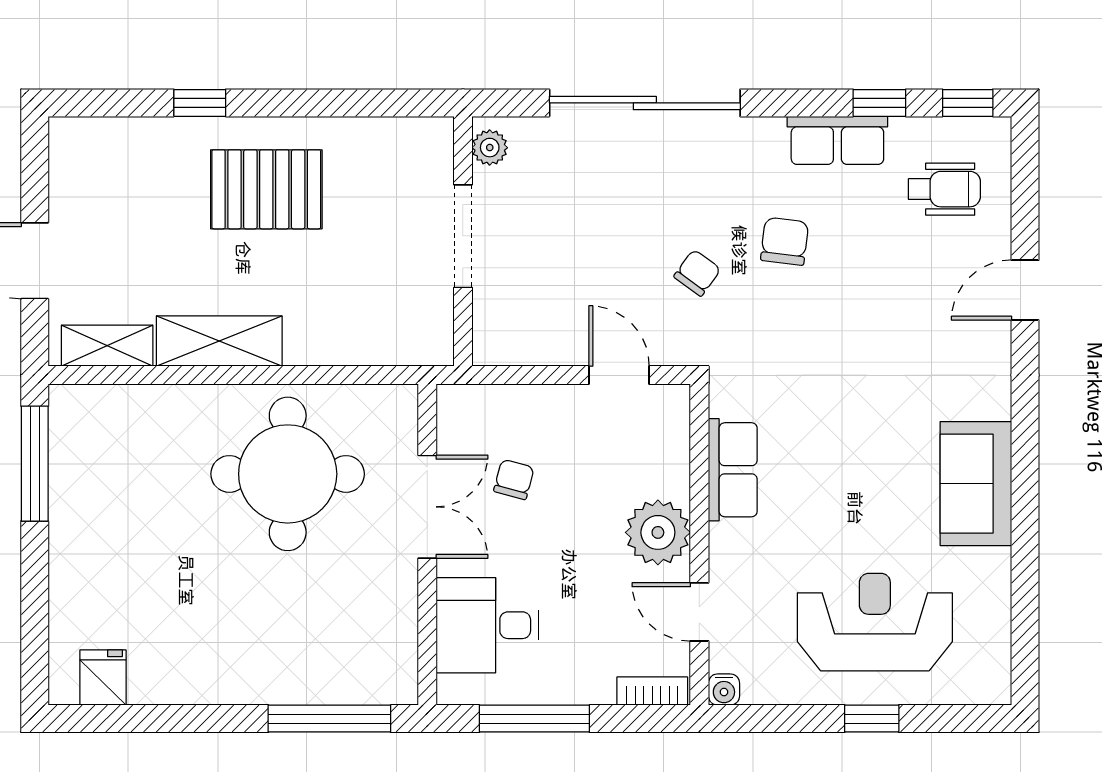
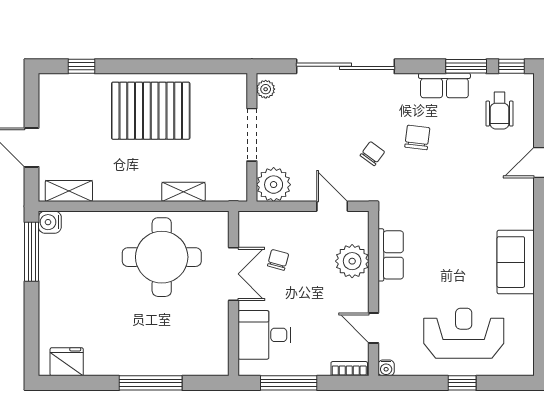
window: (200, 103) -> (81, 66), moved
window: (879, 103) -> (466, 66), width x1.50
pallet: (266, 189) -> (151, 111), width x1.37, depth x1.41
wheelchair: (944, 189) -> (499, 111), turned 90
plant: (505, 333) -> (274, 185), added
shelving: (219, 341) -> (183, 192), moved, width x0.67, depth x0.75
water cooler: (70, 406) -> (50, 222), added
plant: (658, 532) -> (352, 261), moved
fridge: (103, 678) -> (67, 362), width x1.38
window: (329, 719) -> (151, 383), moved

